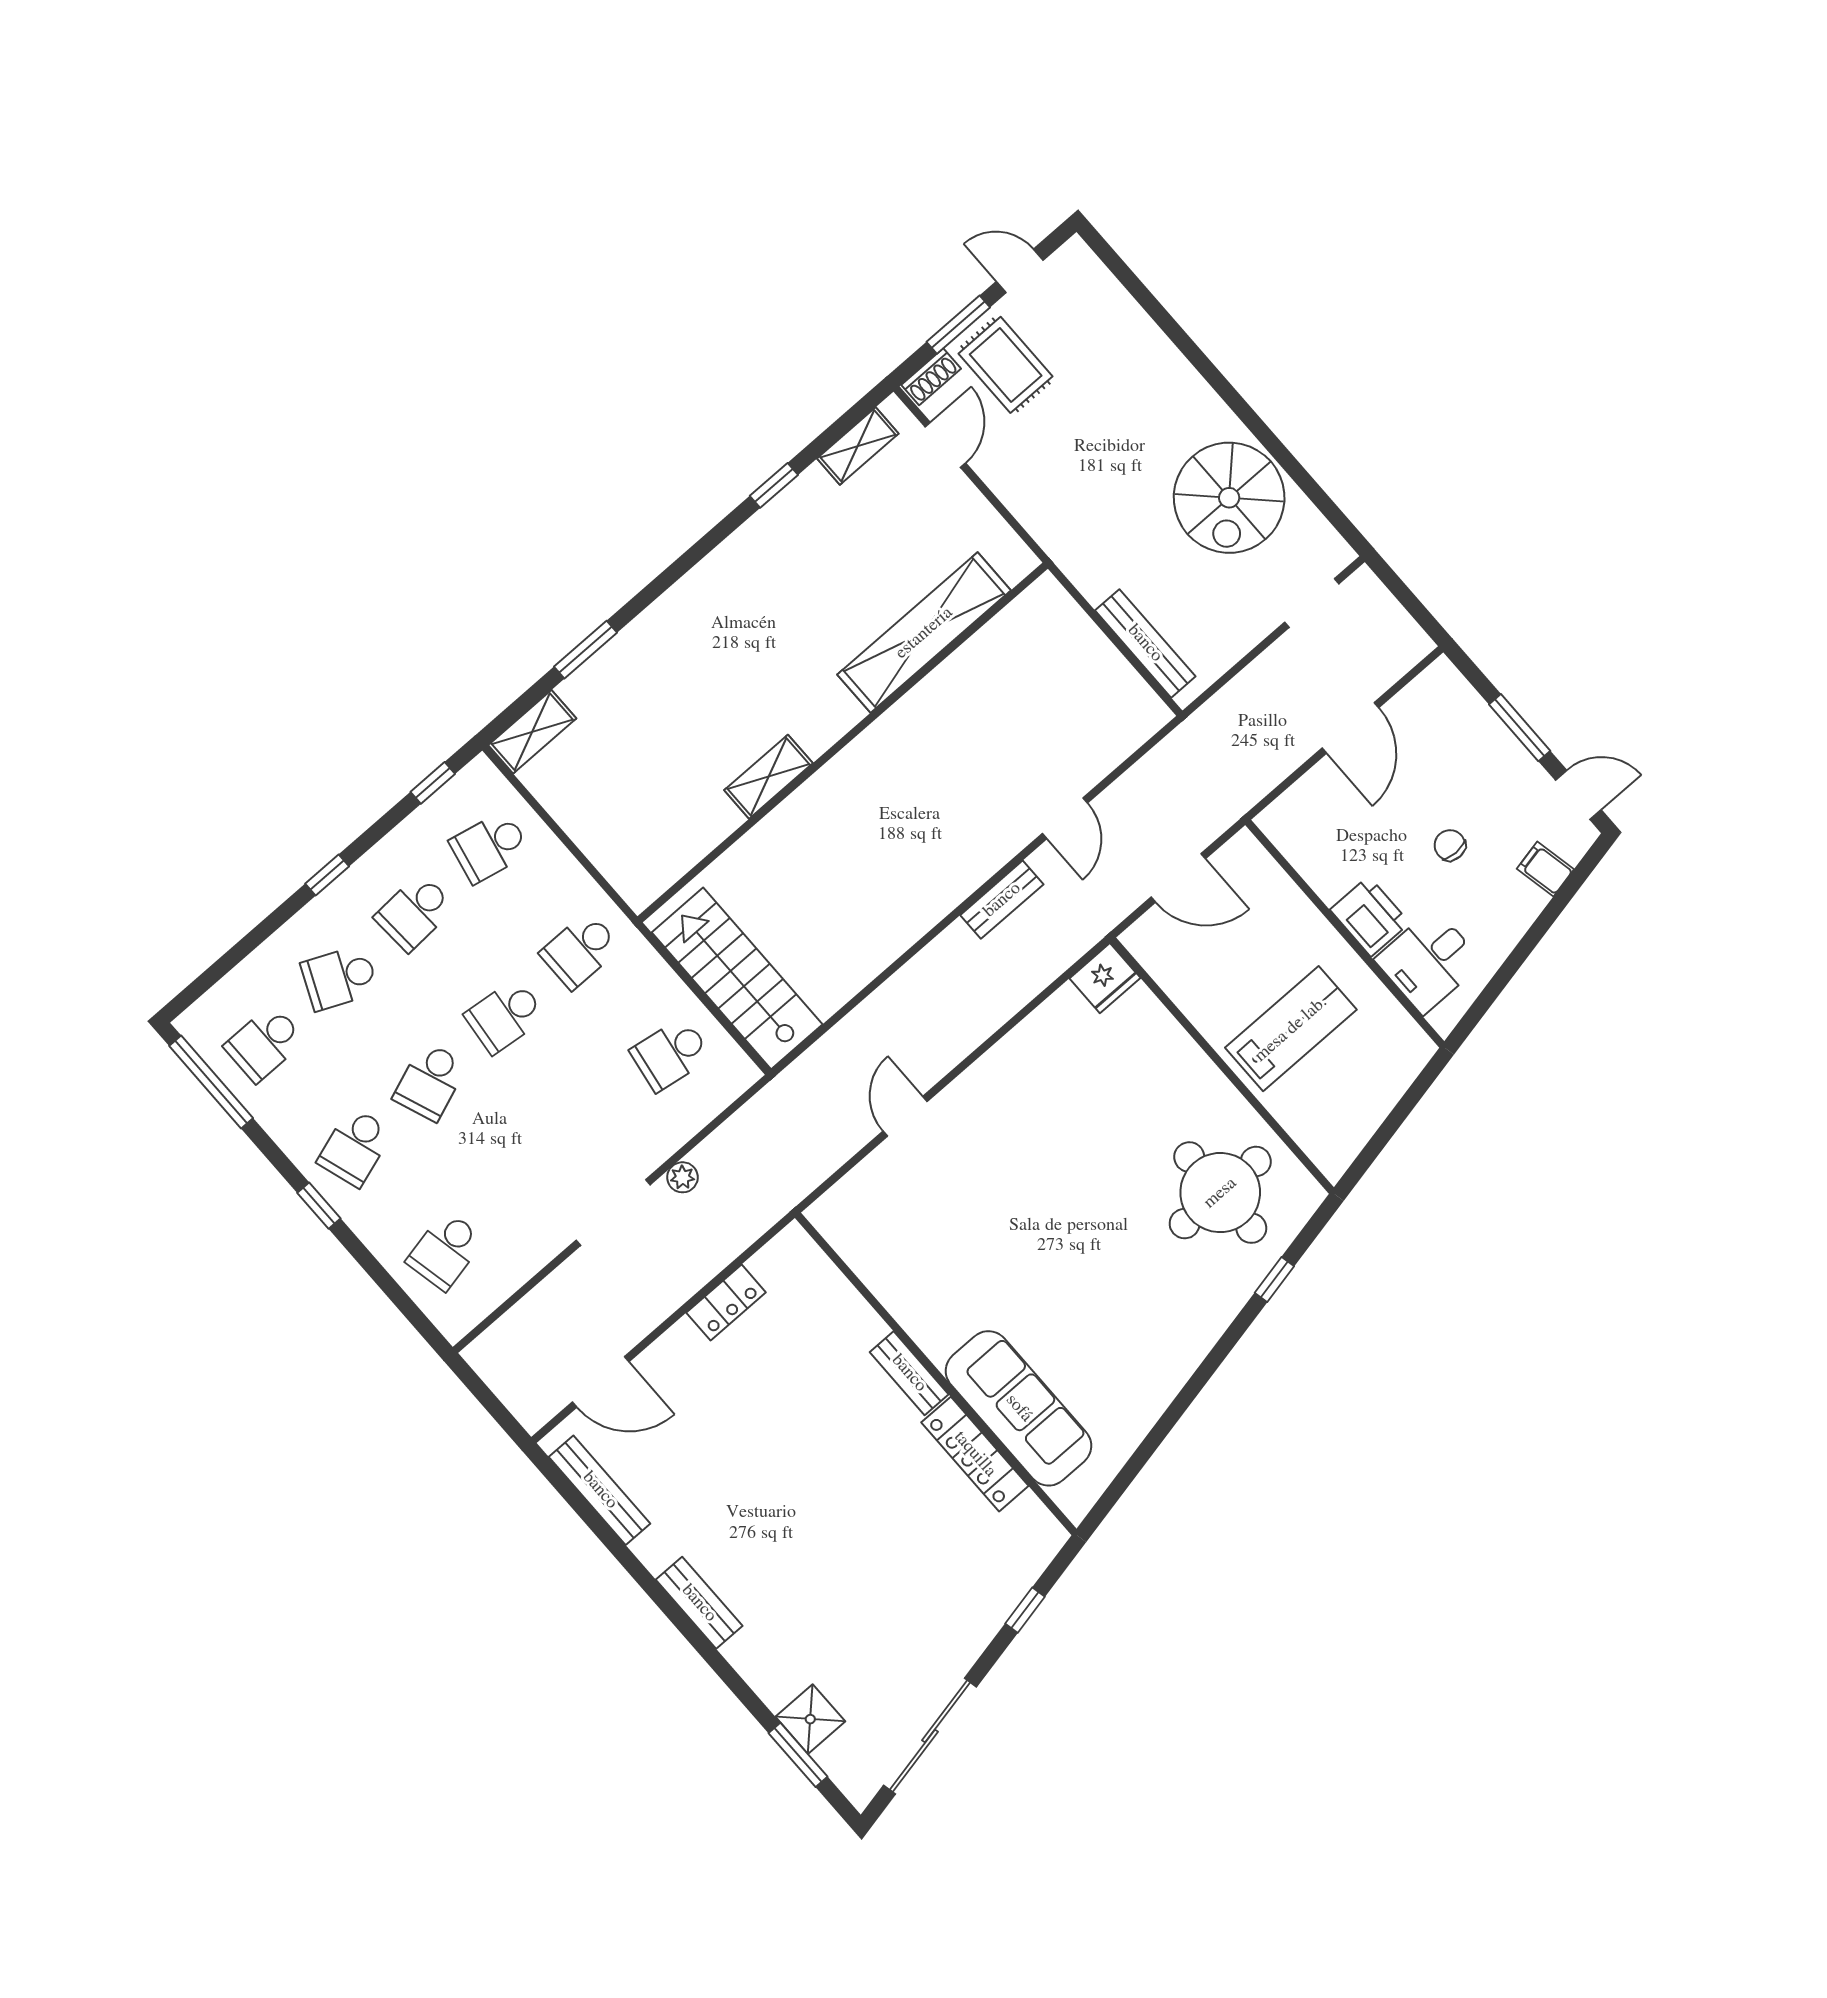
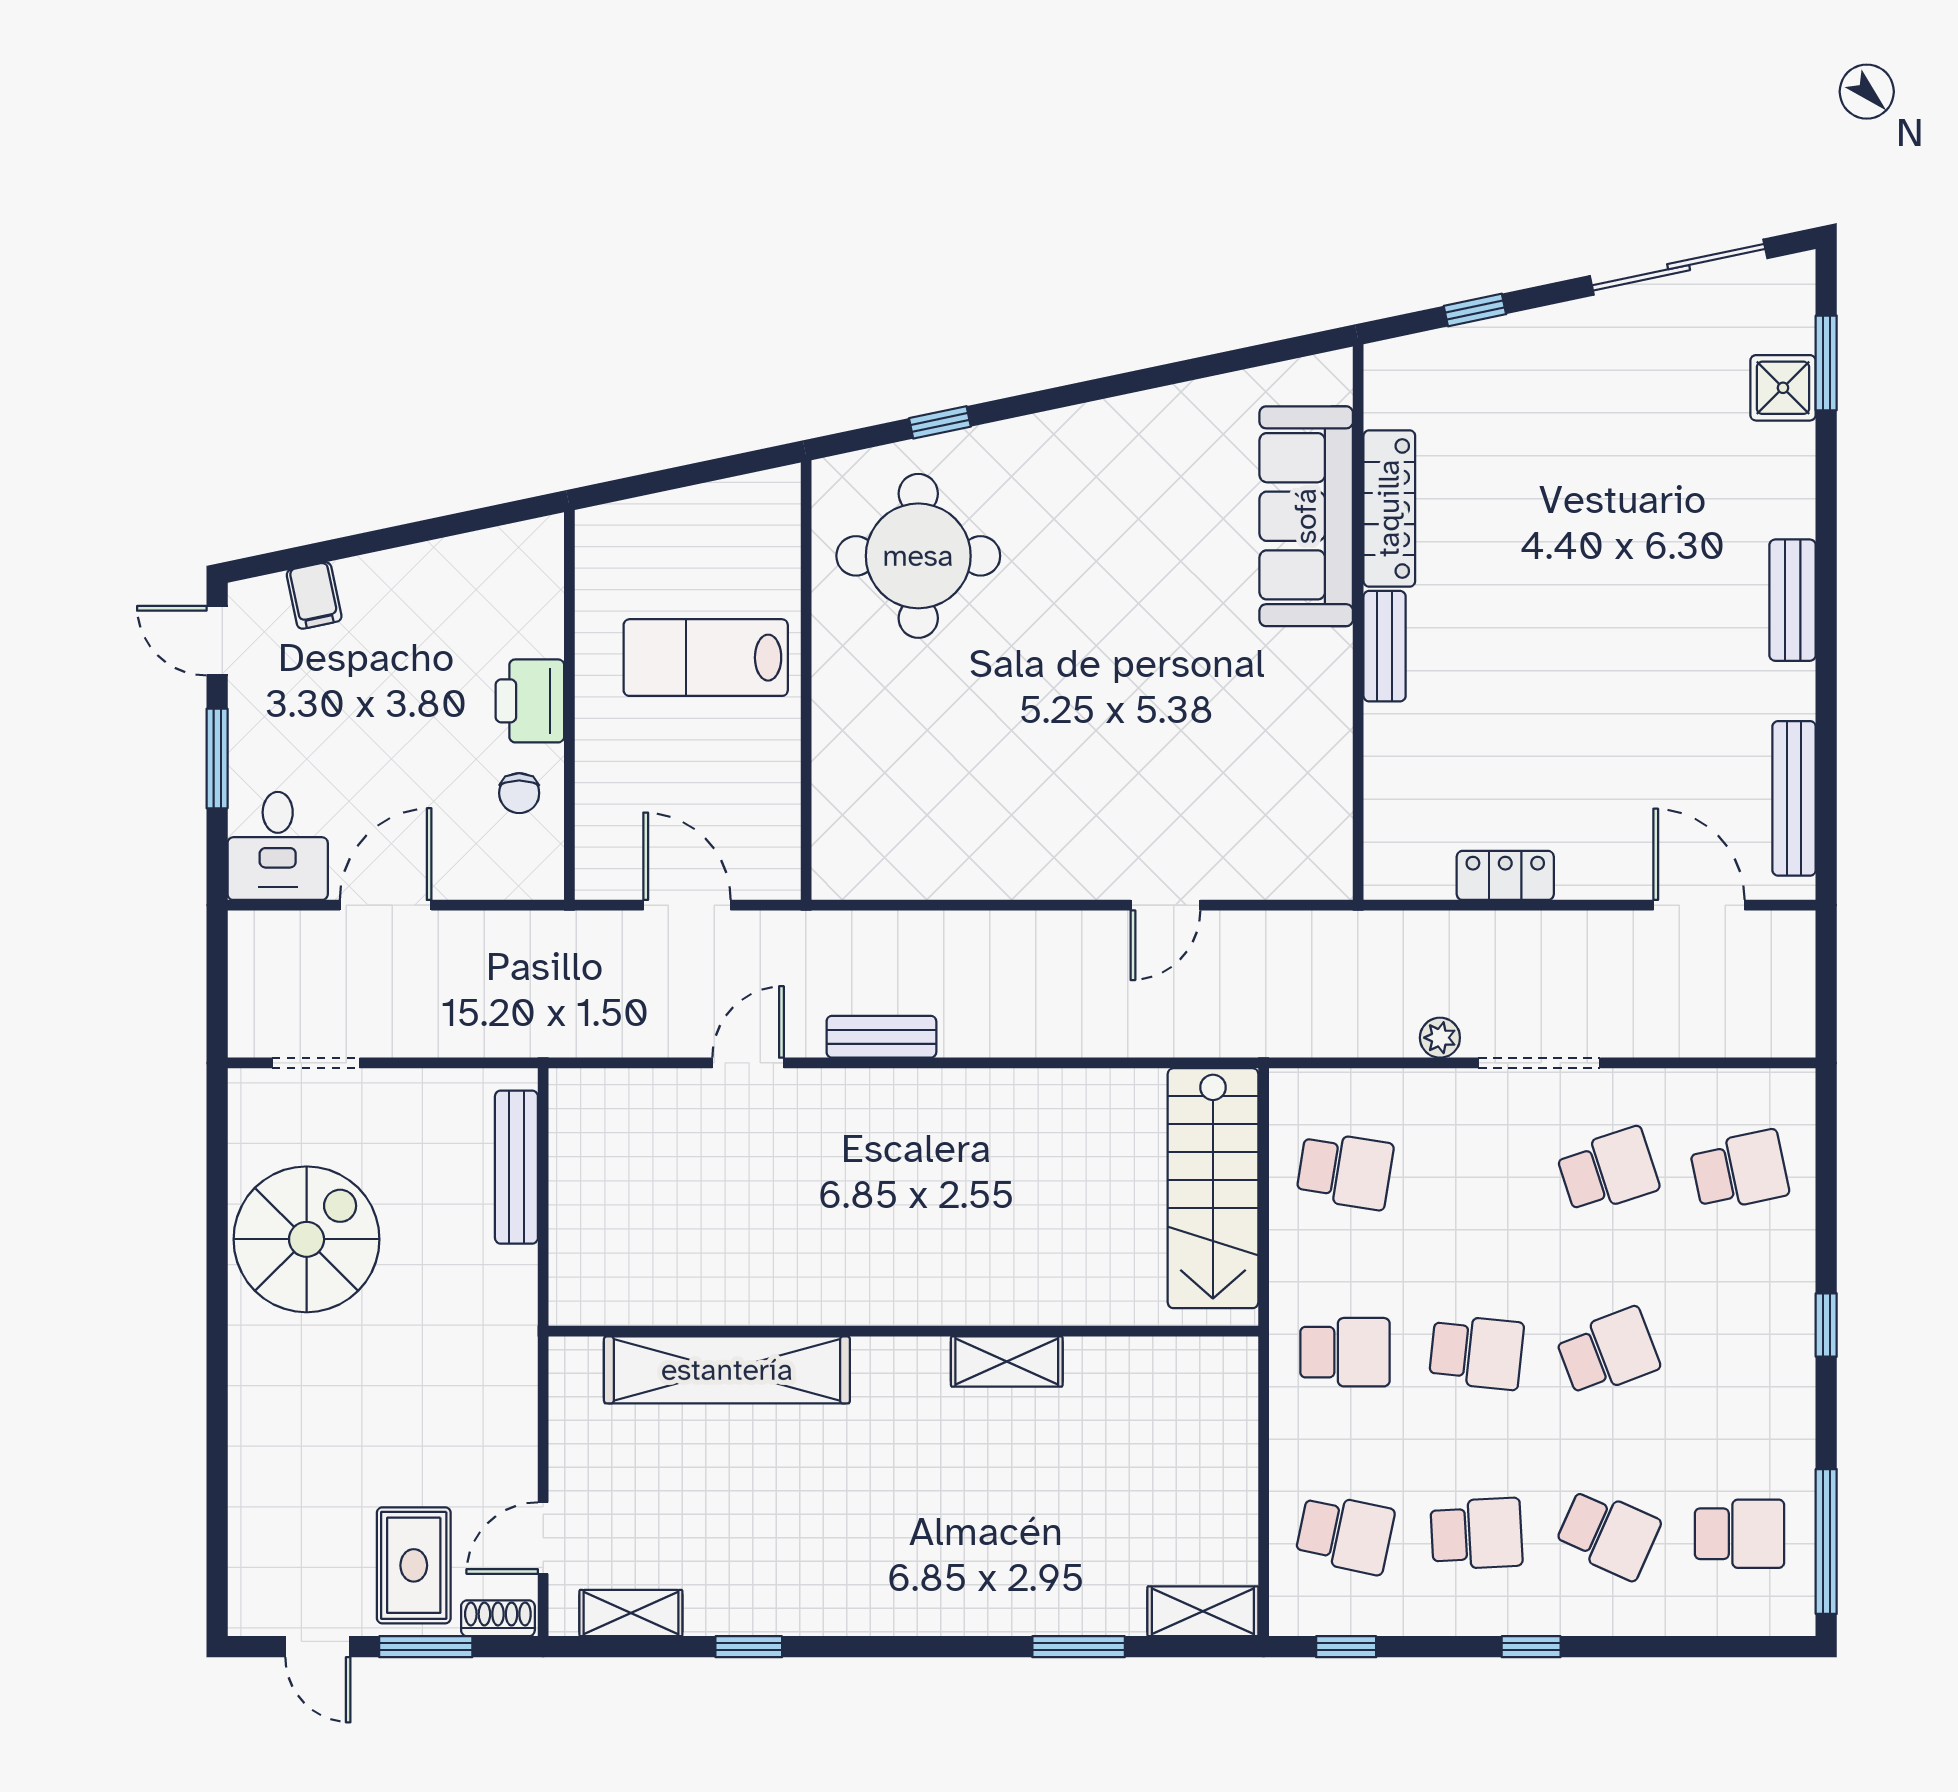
chair: (1450, 845) -> (519, 793), moved
desk: (1429, 961) -> (278, 846), moved, turned 90
fridge: (1105, 978) -> (847, 869), removed
school desk: (355, 1147) -> (1608, 1171), moved

